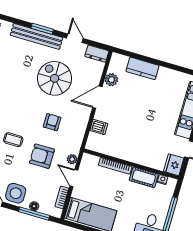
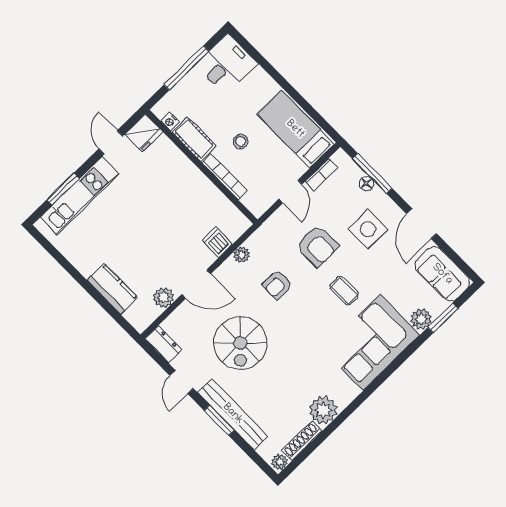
plant: (72, 159) -> (242, 255), moved
stool: (117, 190) -> (241, 141), added
side table: (16, 193) -> (368, 229), moved

